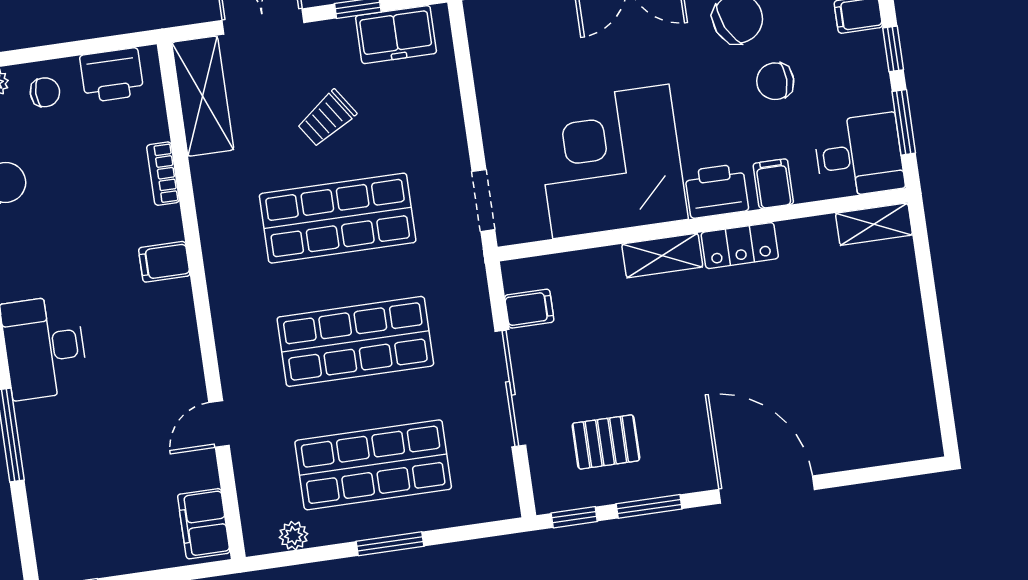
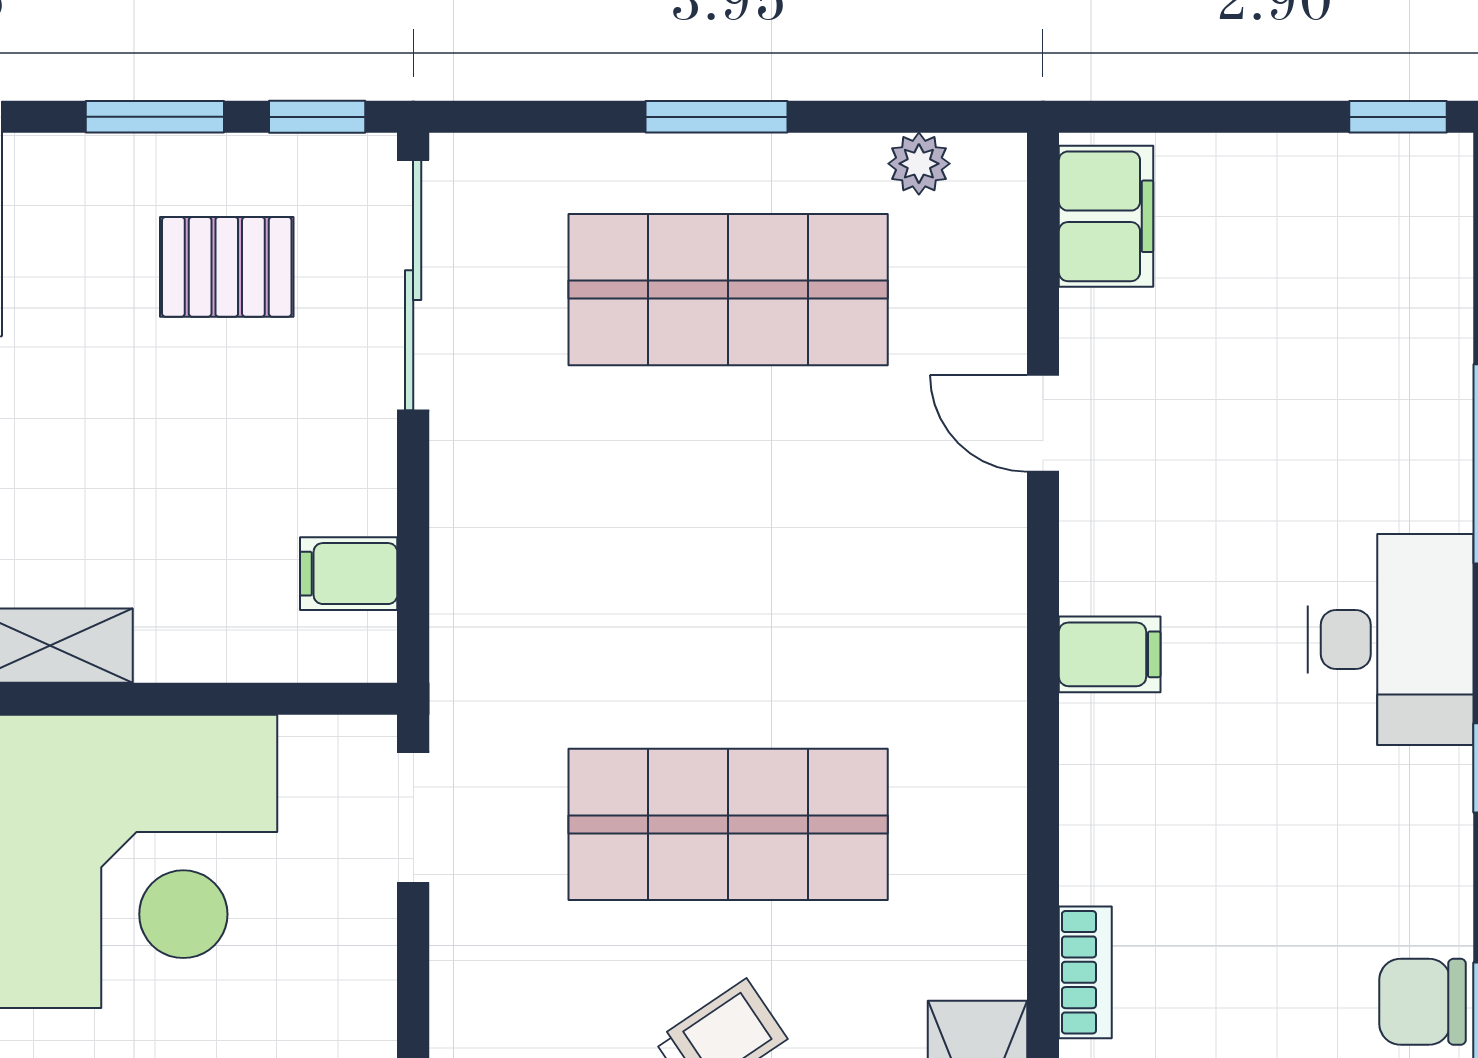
filing cabinet: (164, 262) -> (1110, 654), moved
shop shelf: (355, 341) -> (728, 557), removed
sliding door: (510, 388) -> (413, 285), moved
door: (219, 424) -> (1043, 423), swing flipped

